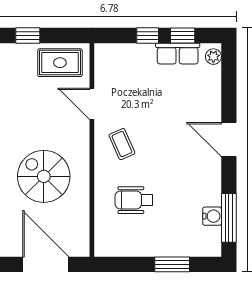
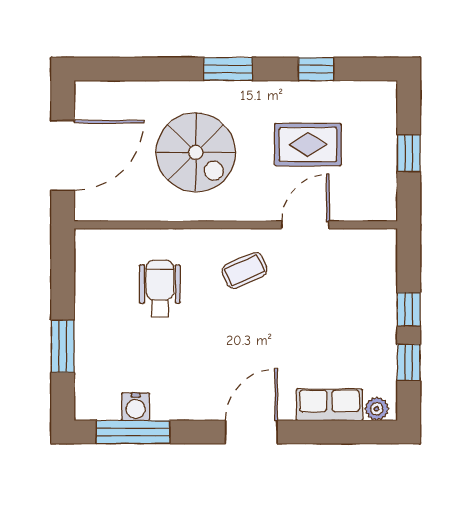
window: (28, 35) -> (409, 153), moved
row of seats: (178, 54) -> (329, 405), moved, turned 90
rug: (60, 63) -> (308, 145), moved, turned 90
spiral stairs: (44, 176) -> (196, 152), turned 90

